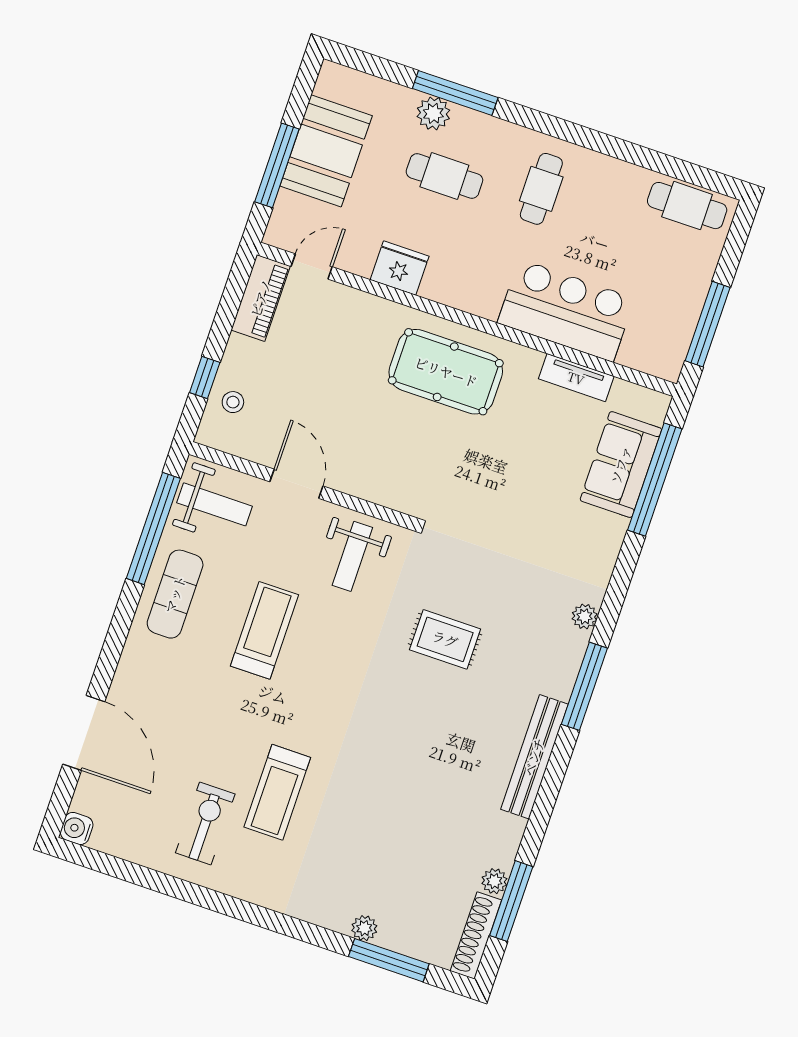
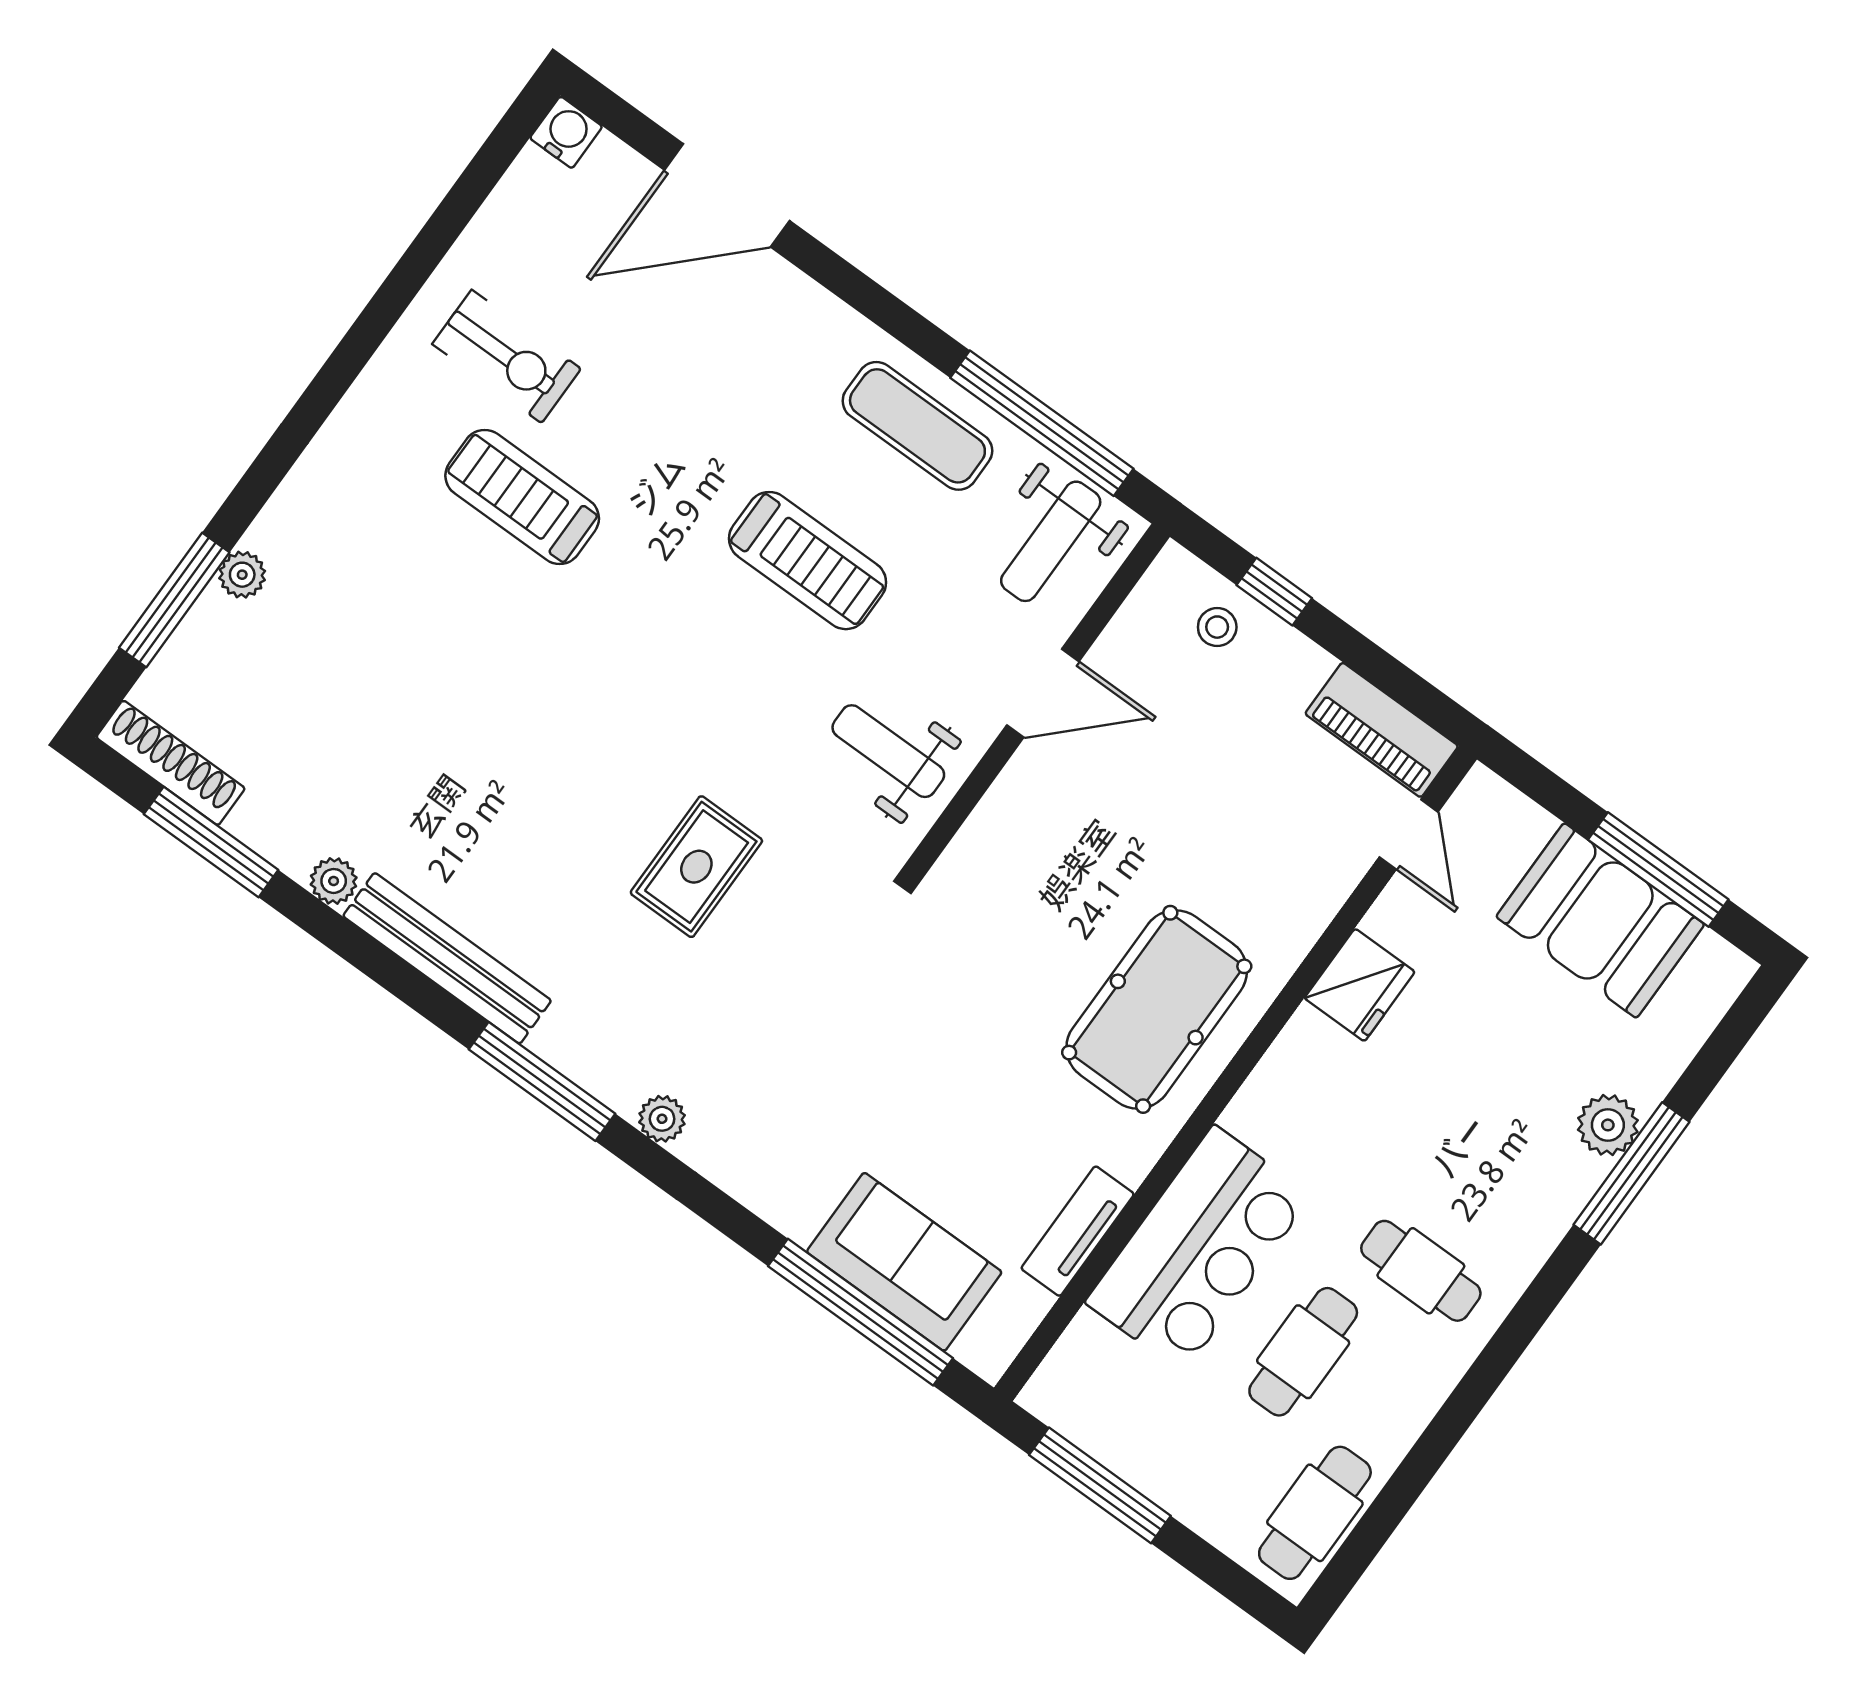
window: (277, 165) -> (1658, 869), moved
cafe table: (444, 176) -> (1303, 1352), moved
plant: (494, 881) -> (334, 881), moved

